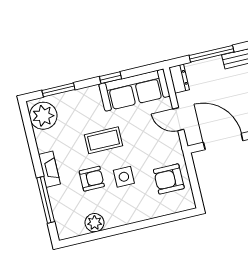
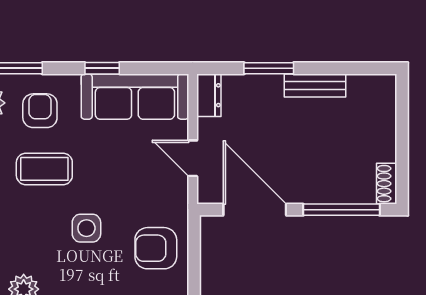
window: (211, 54) -> (269, 68), width x0.69
coffee table: (103, 140) -> (44, 169), moved
armchair: (92, 179) -> (40, 111), moved, turned -90

